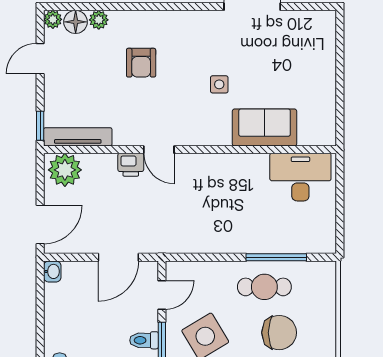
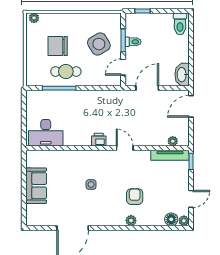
plant: (99, 20) -> (131, 220), moved
sofa: (265, 127) -> (36, 186), moved, turned -90
printer: (131, 165) -> (99, 140), moved
plant: (65, 170) -> (173, 141), width x0.53, depth x0.53
washbasin: (52, 271) -> (182, 75), width x1.91, depth x1.45

